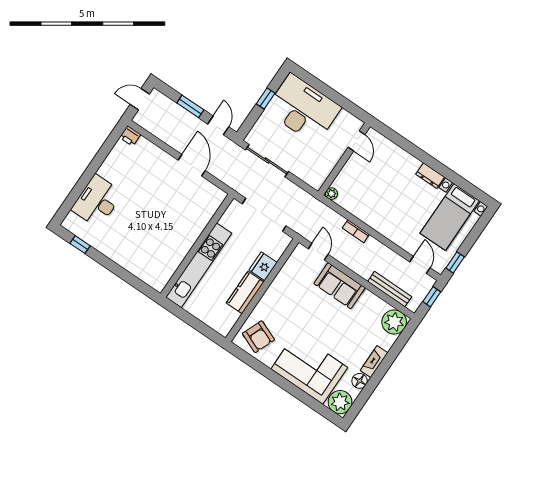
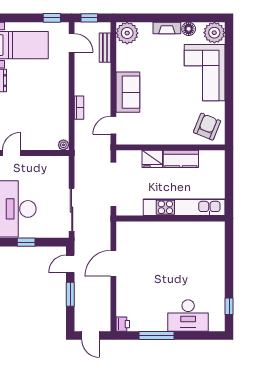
window: (98, 160) -> (157, 336), added
door: (420, 265) -> (72, 43), swing flipped
bench: (390, 289) -> (105, 48), width x0.73

